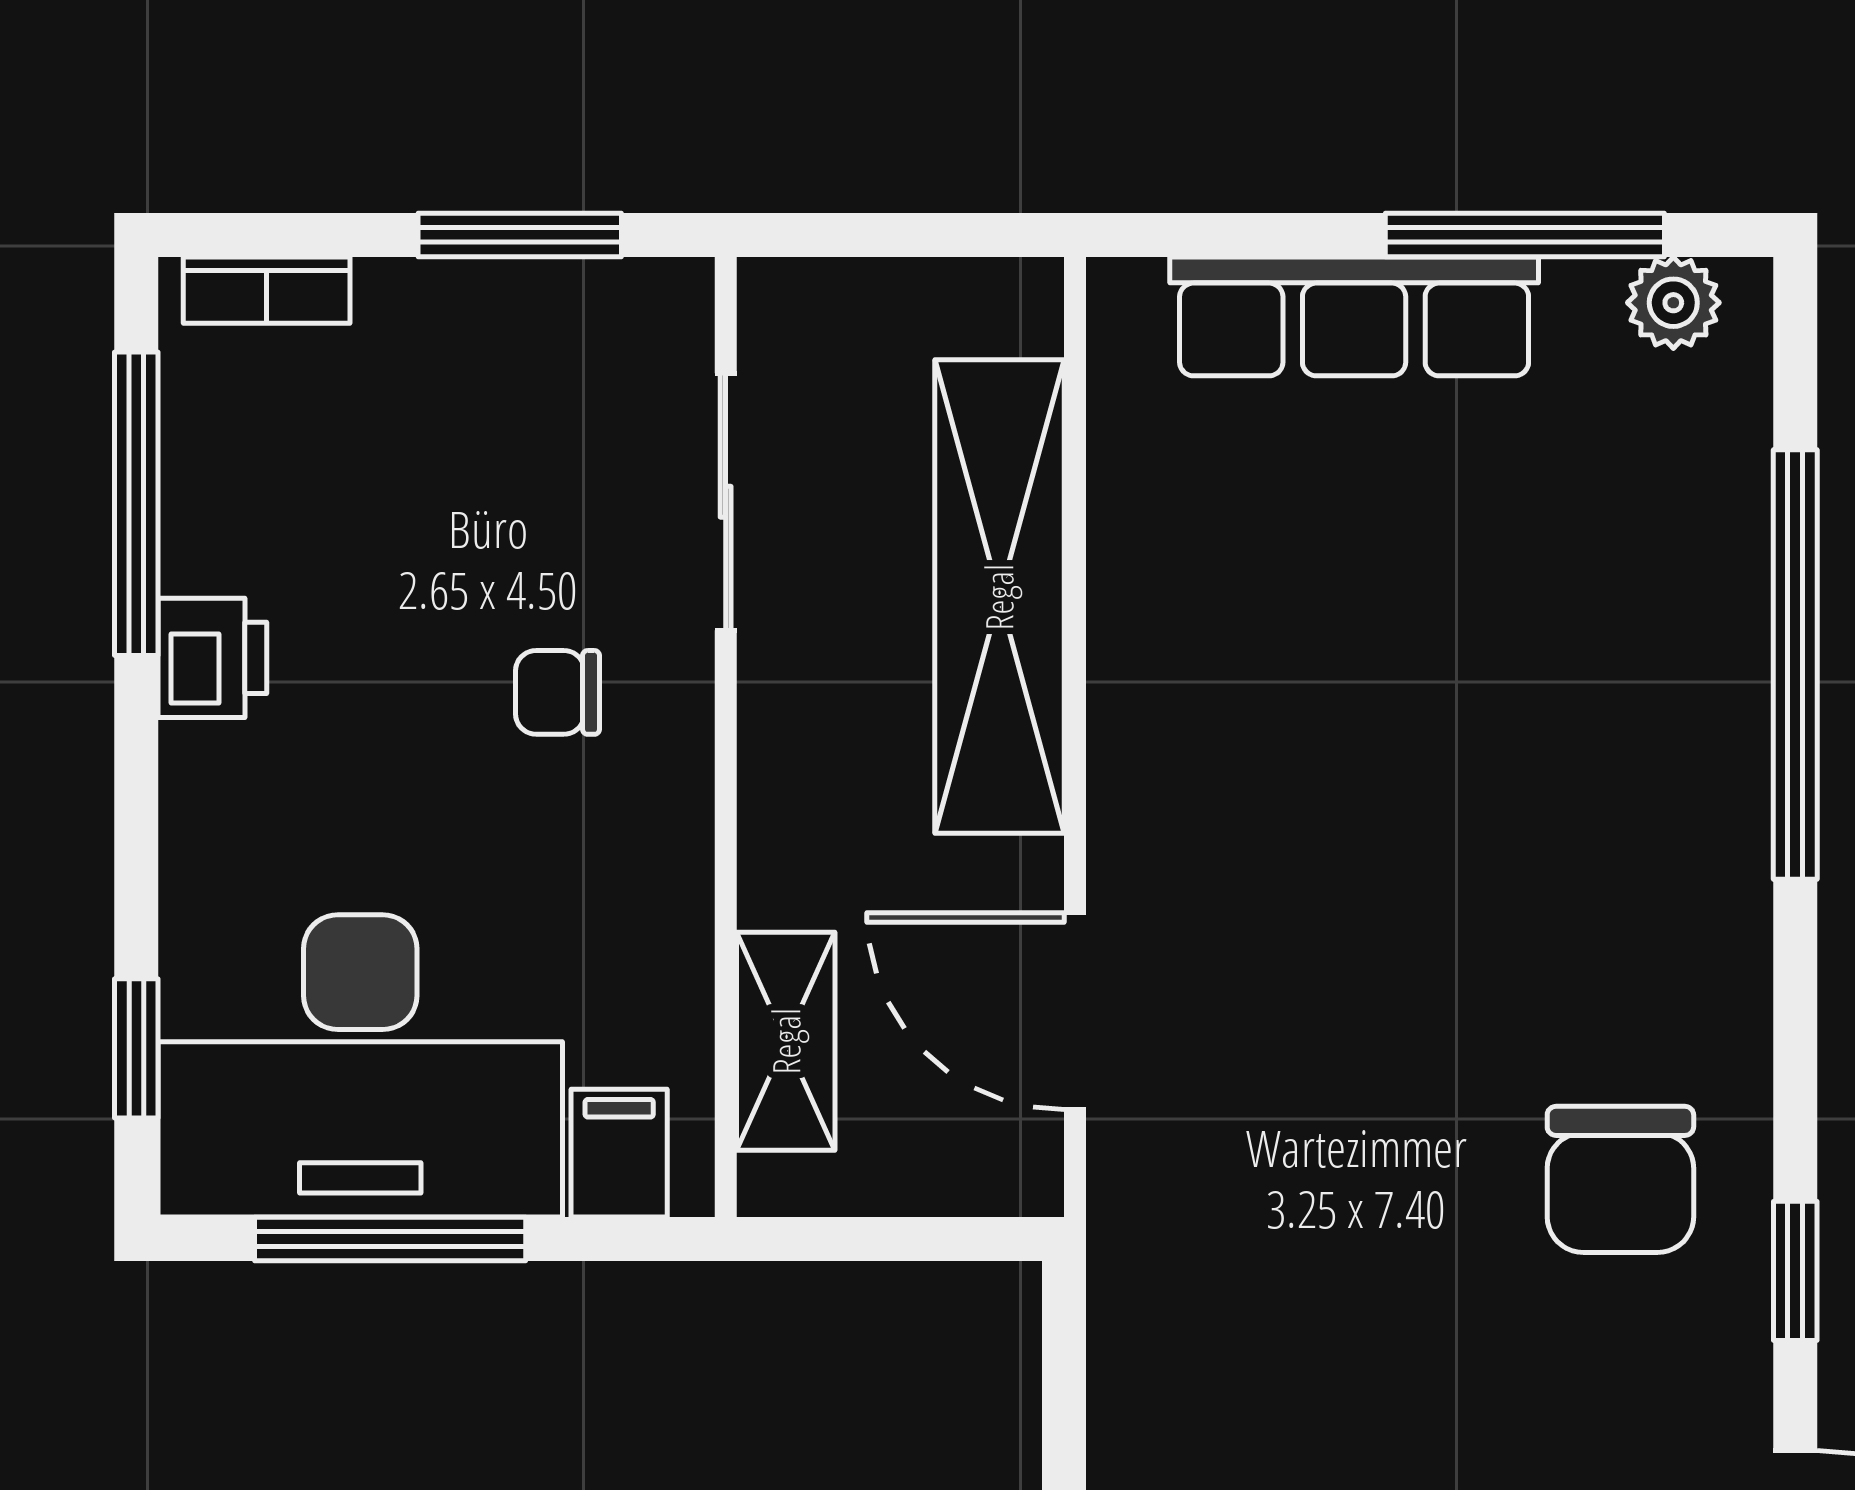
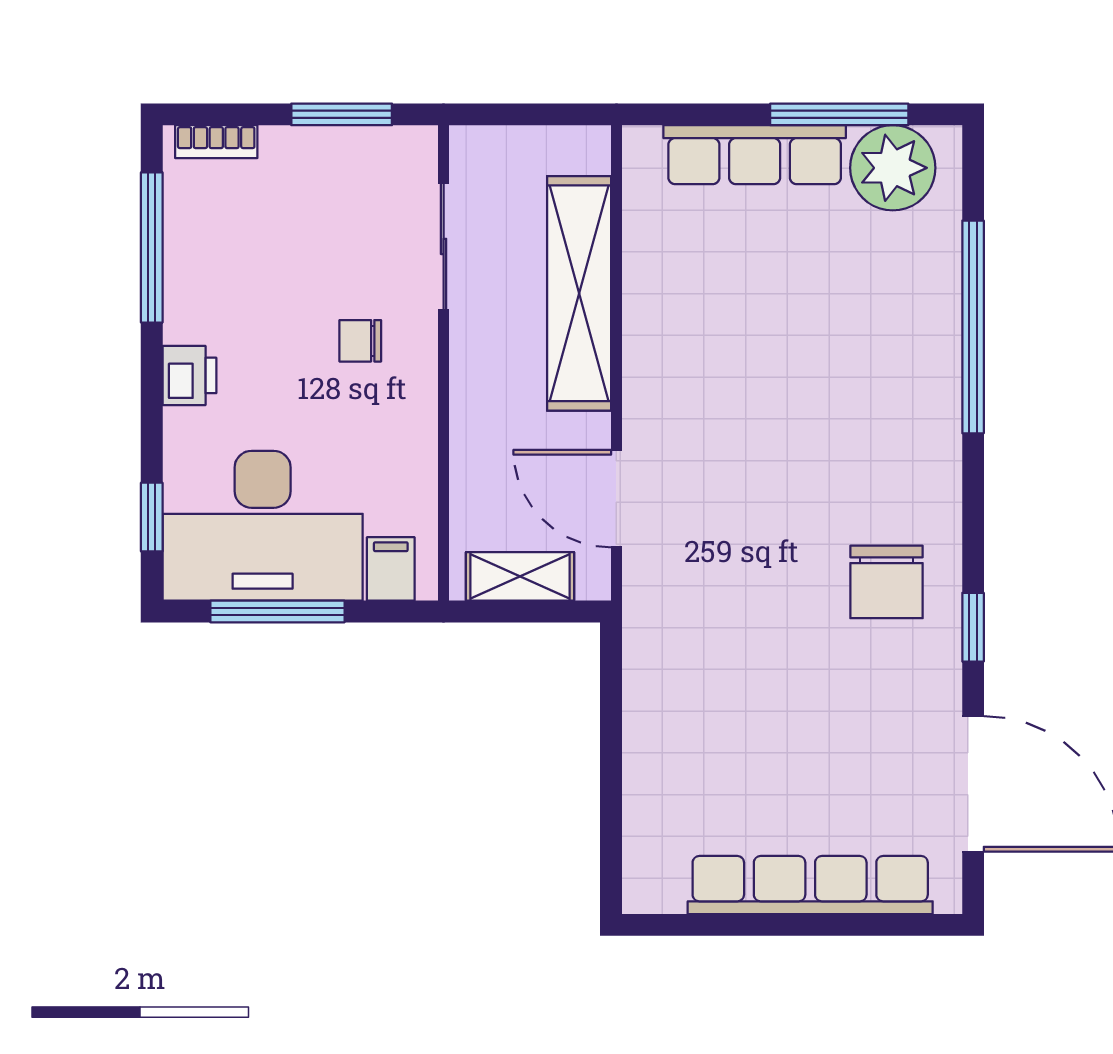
plant: (1673, 303) -> (893, 168), width x1.88, depth x1.88
printer: (212, 658) -> (189, 375), moved
shelving: (786, 1041) -> (520, 576), moved, turned 90

